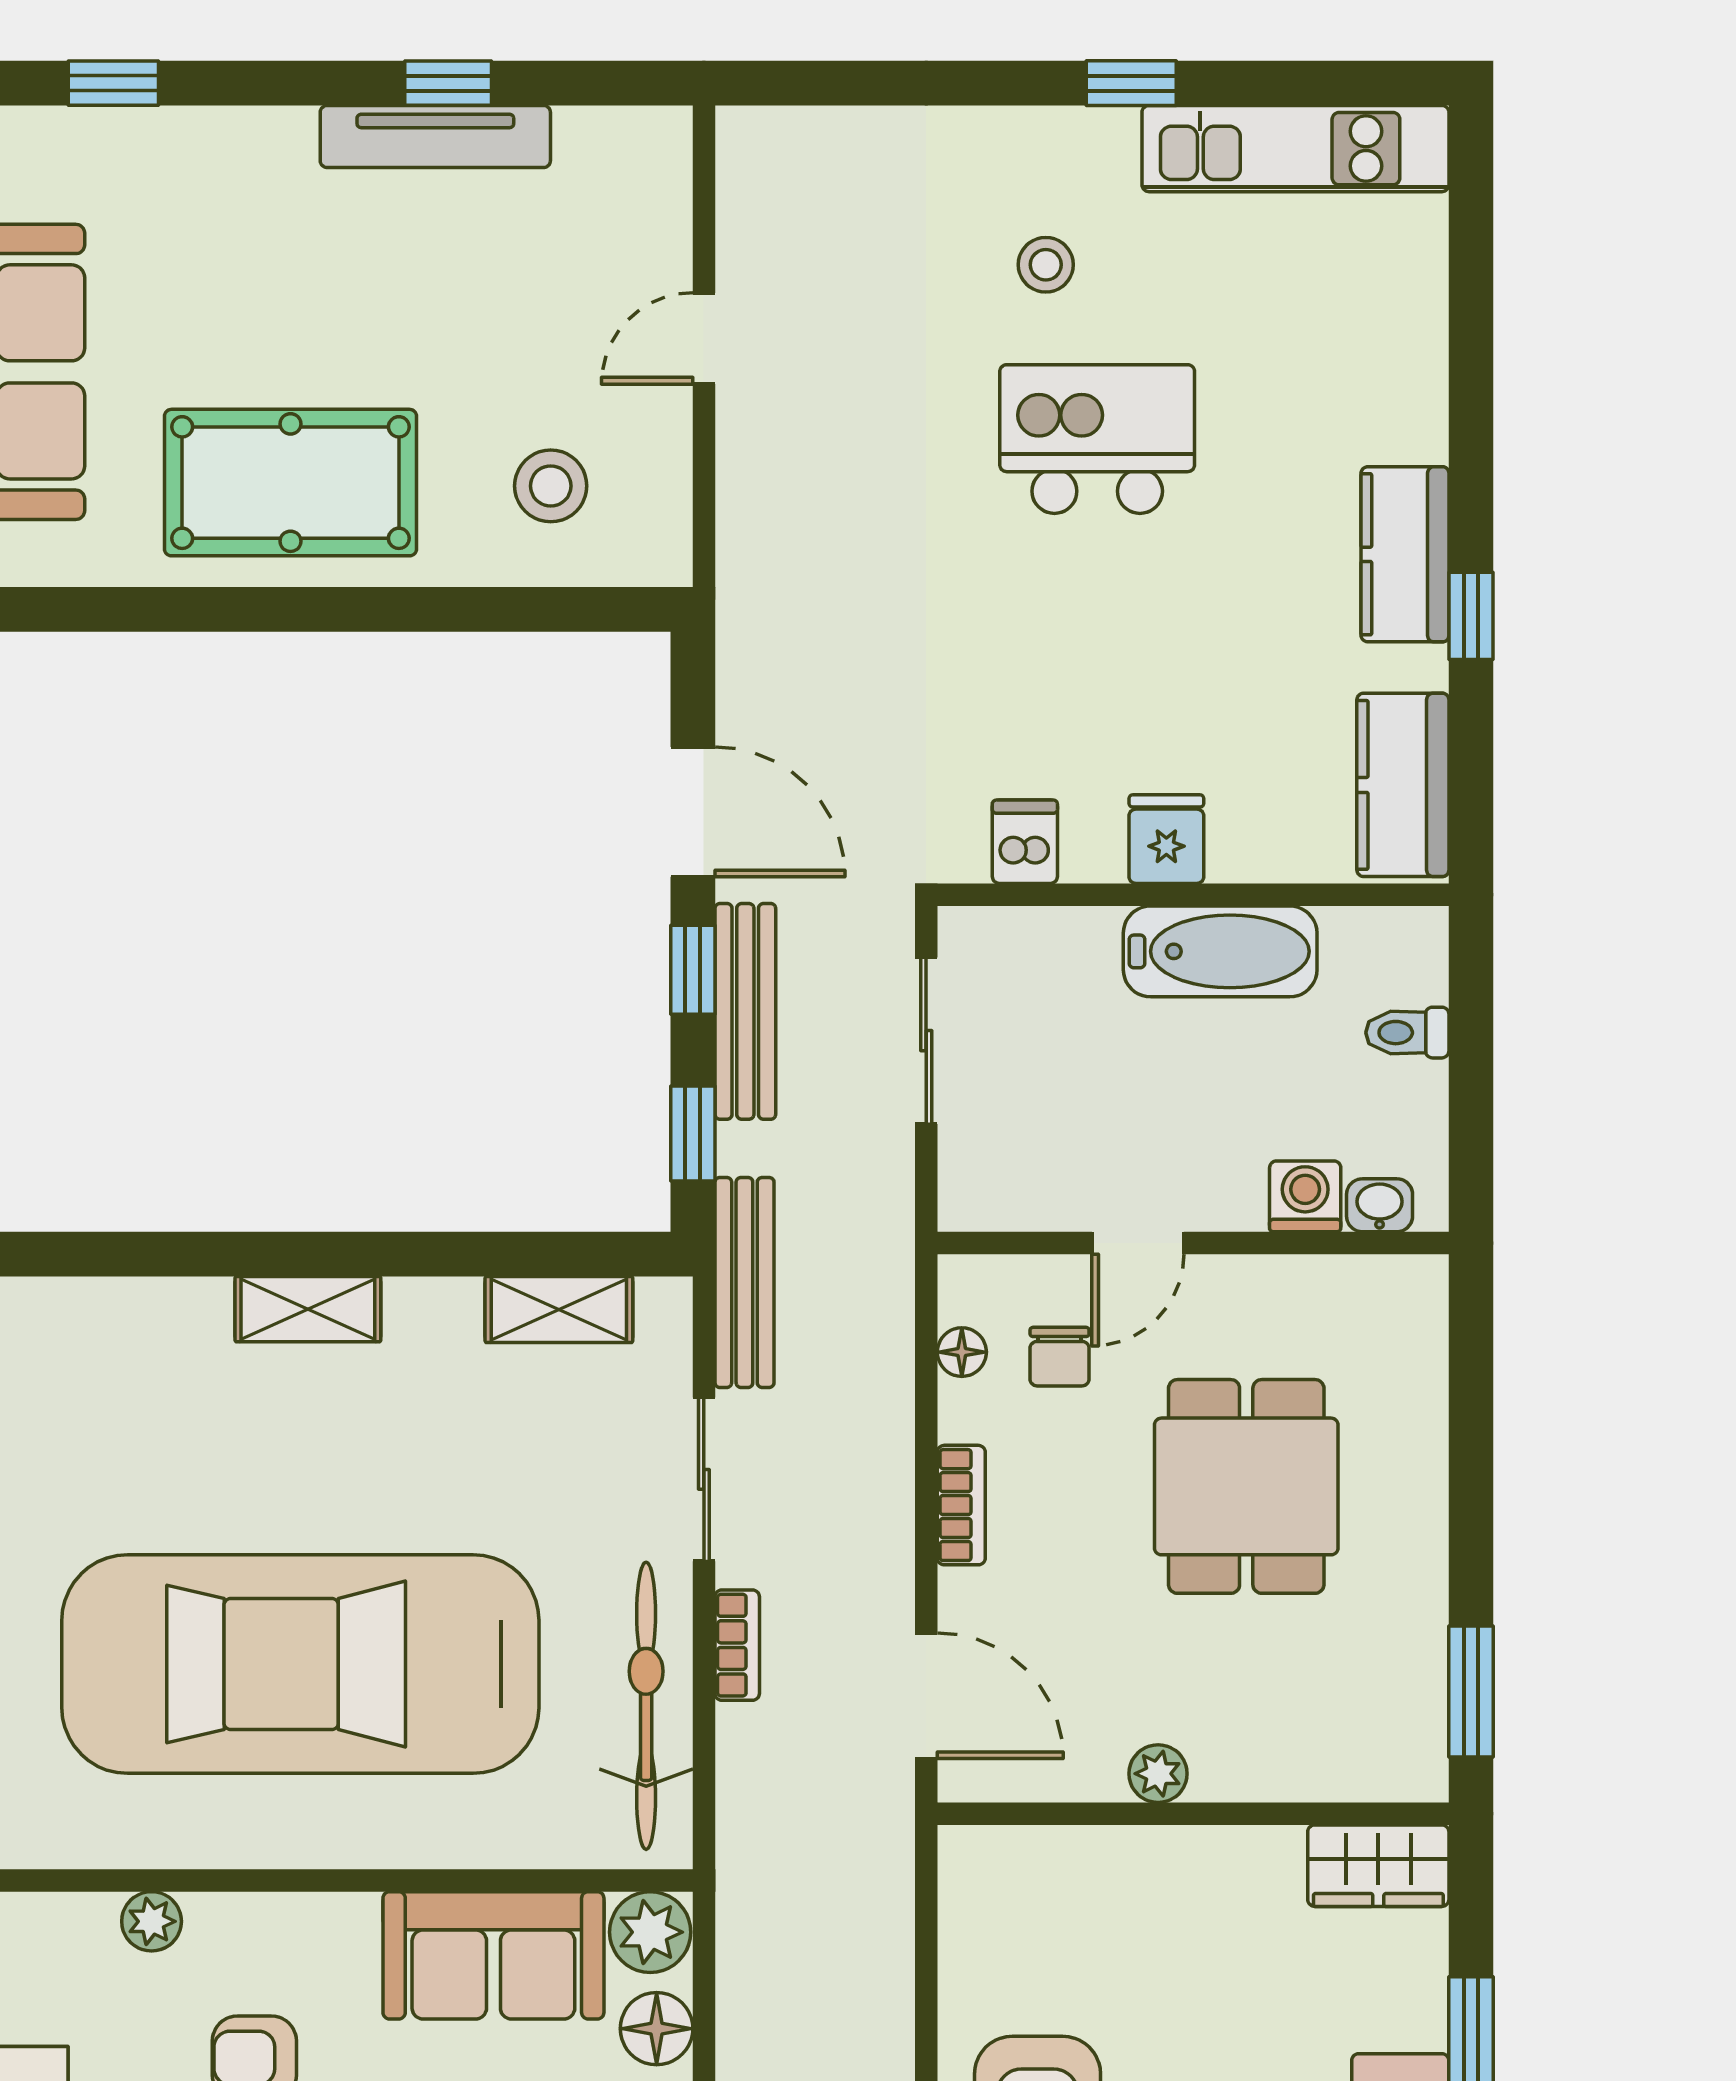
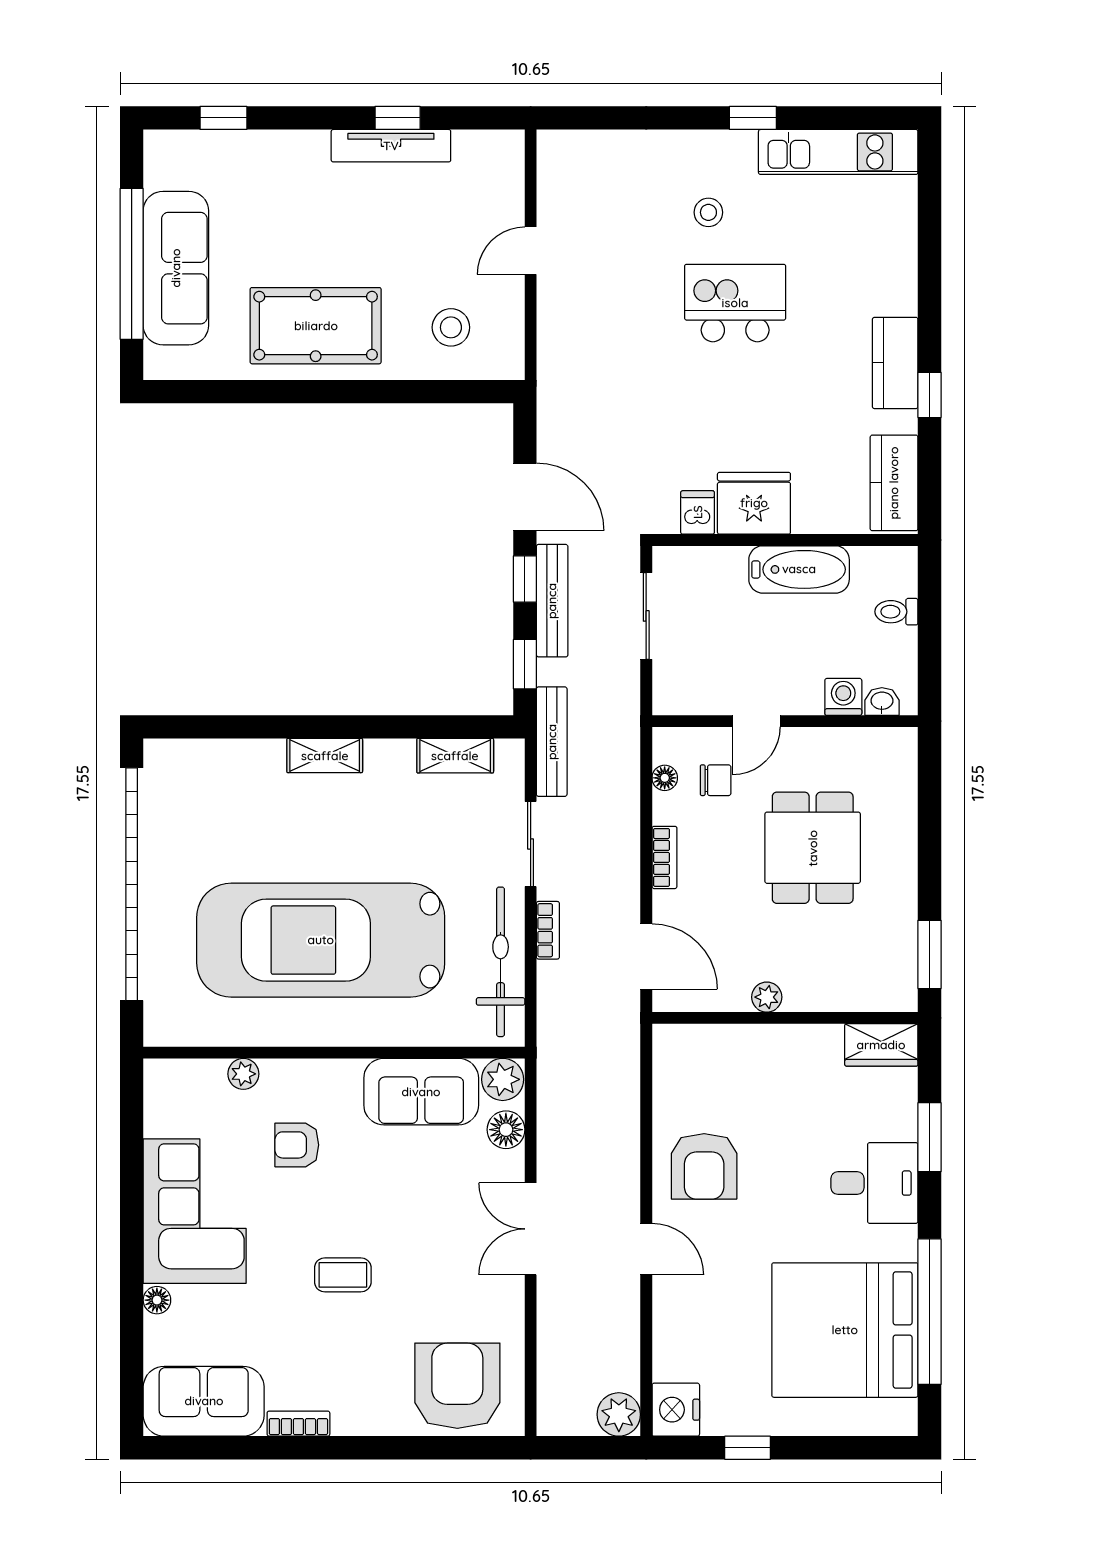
fridge: (1166, 839) -> (754, 503), width x1.88, depth x1.34
chair: (1060, 1357) -> (716, 780), turned -90

